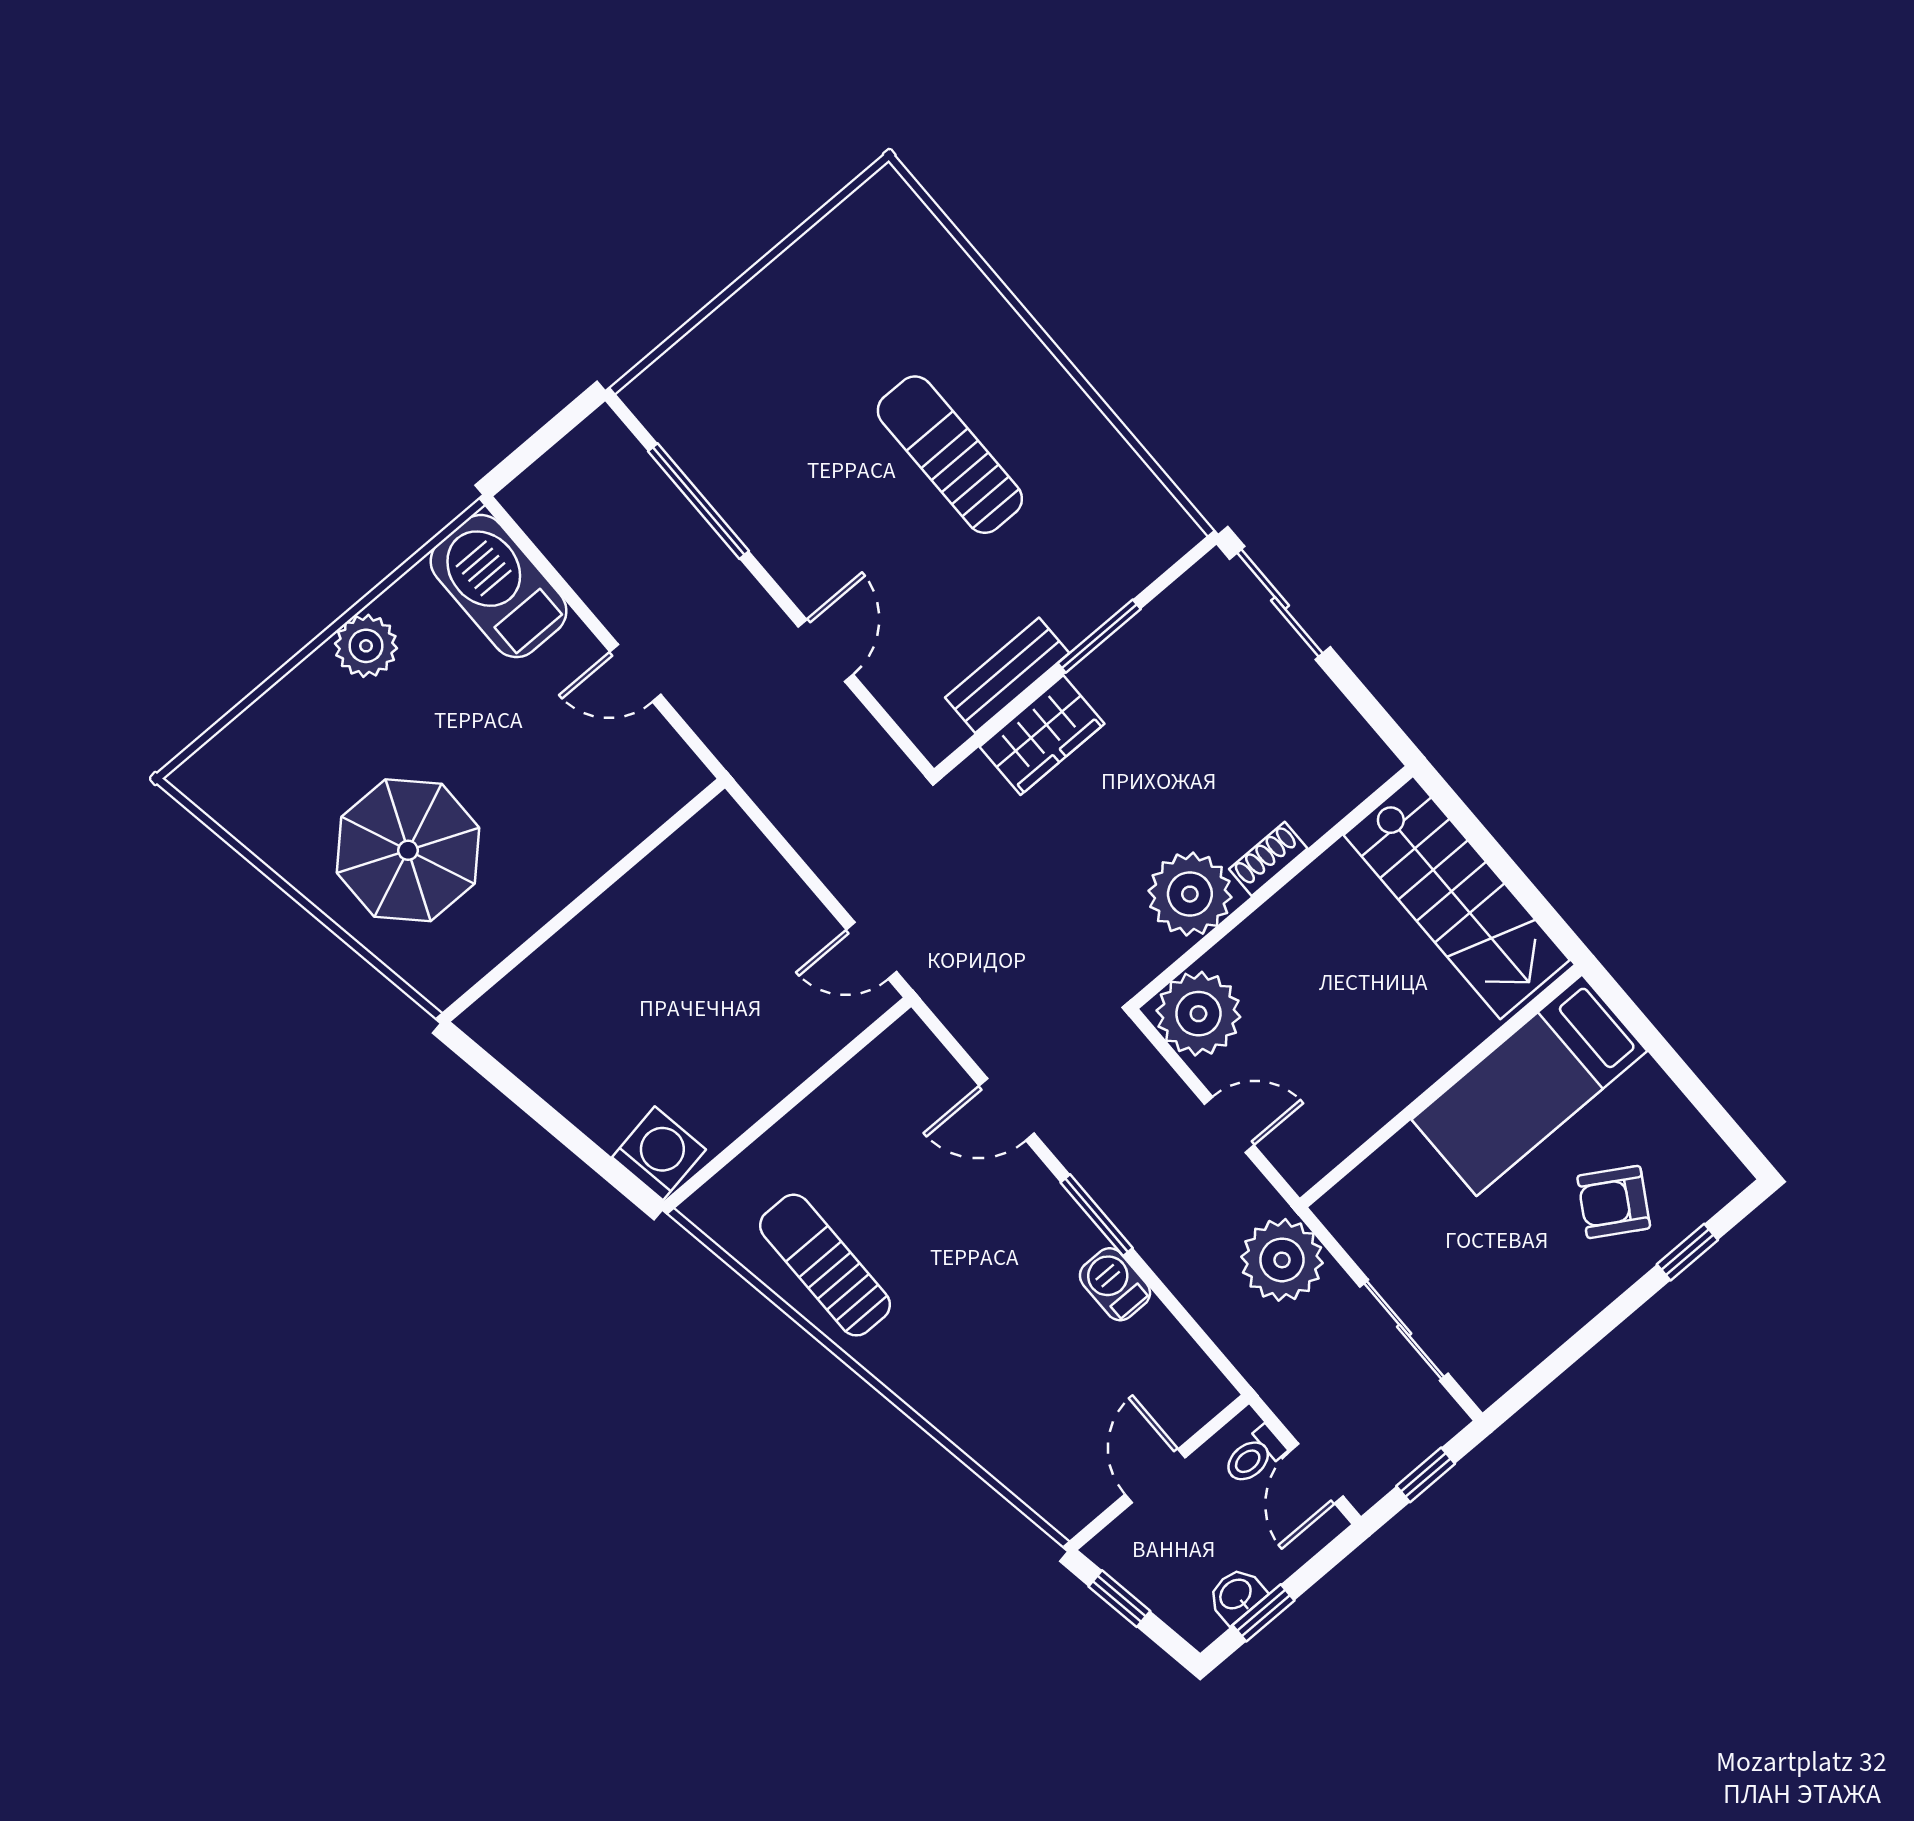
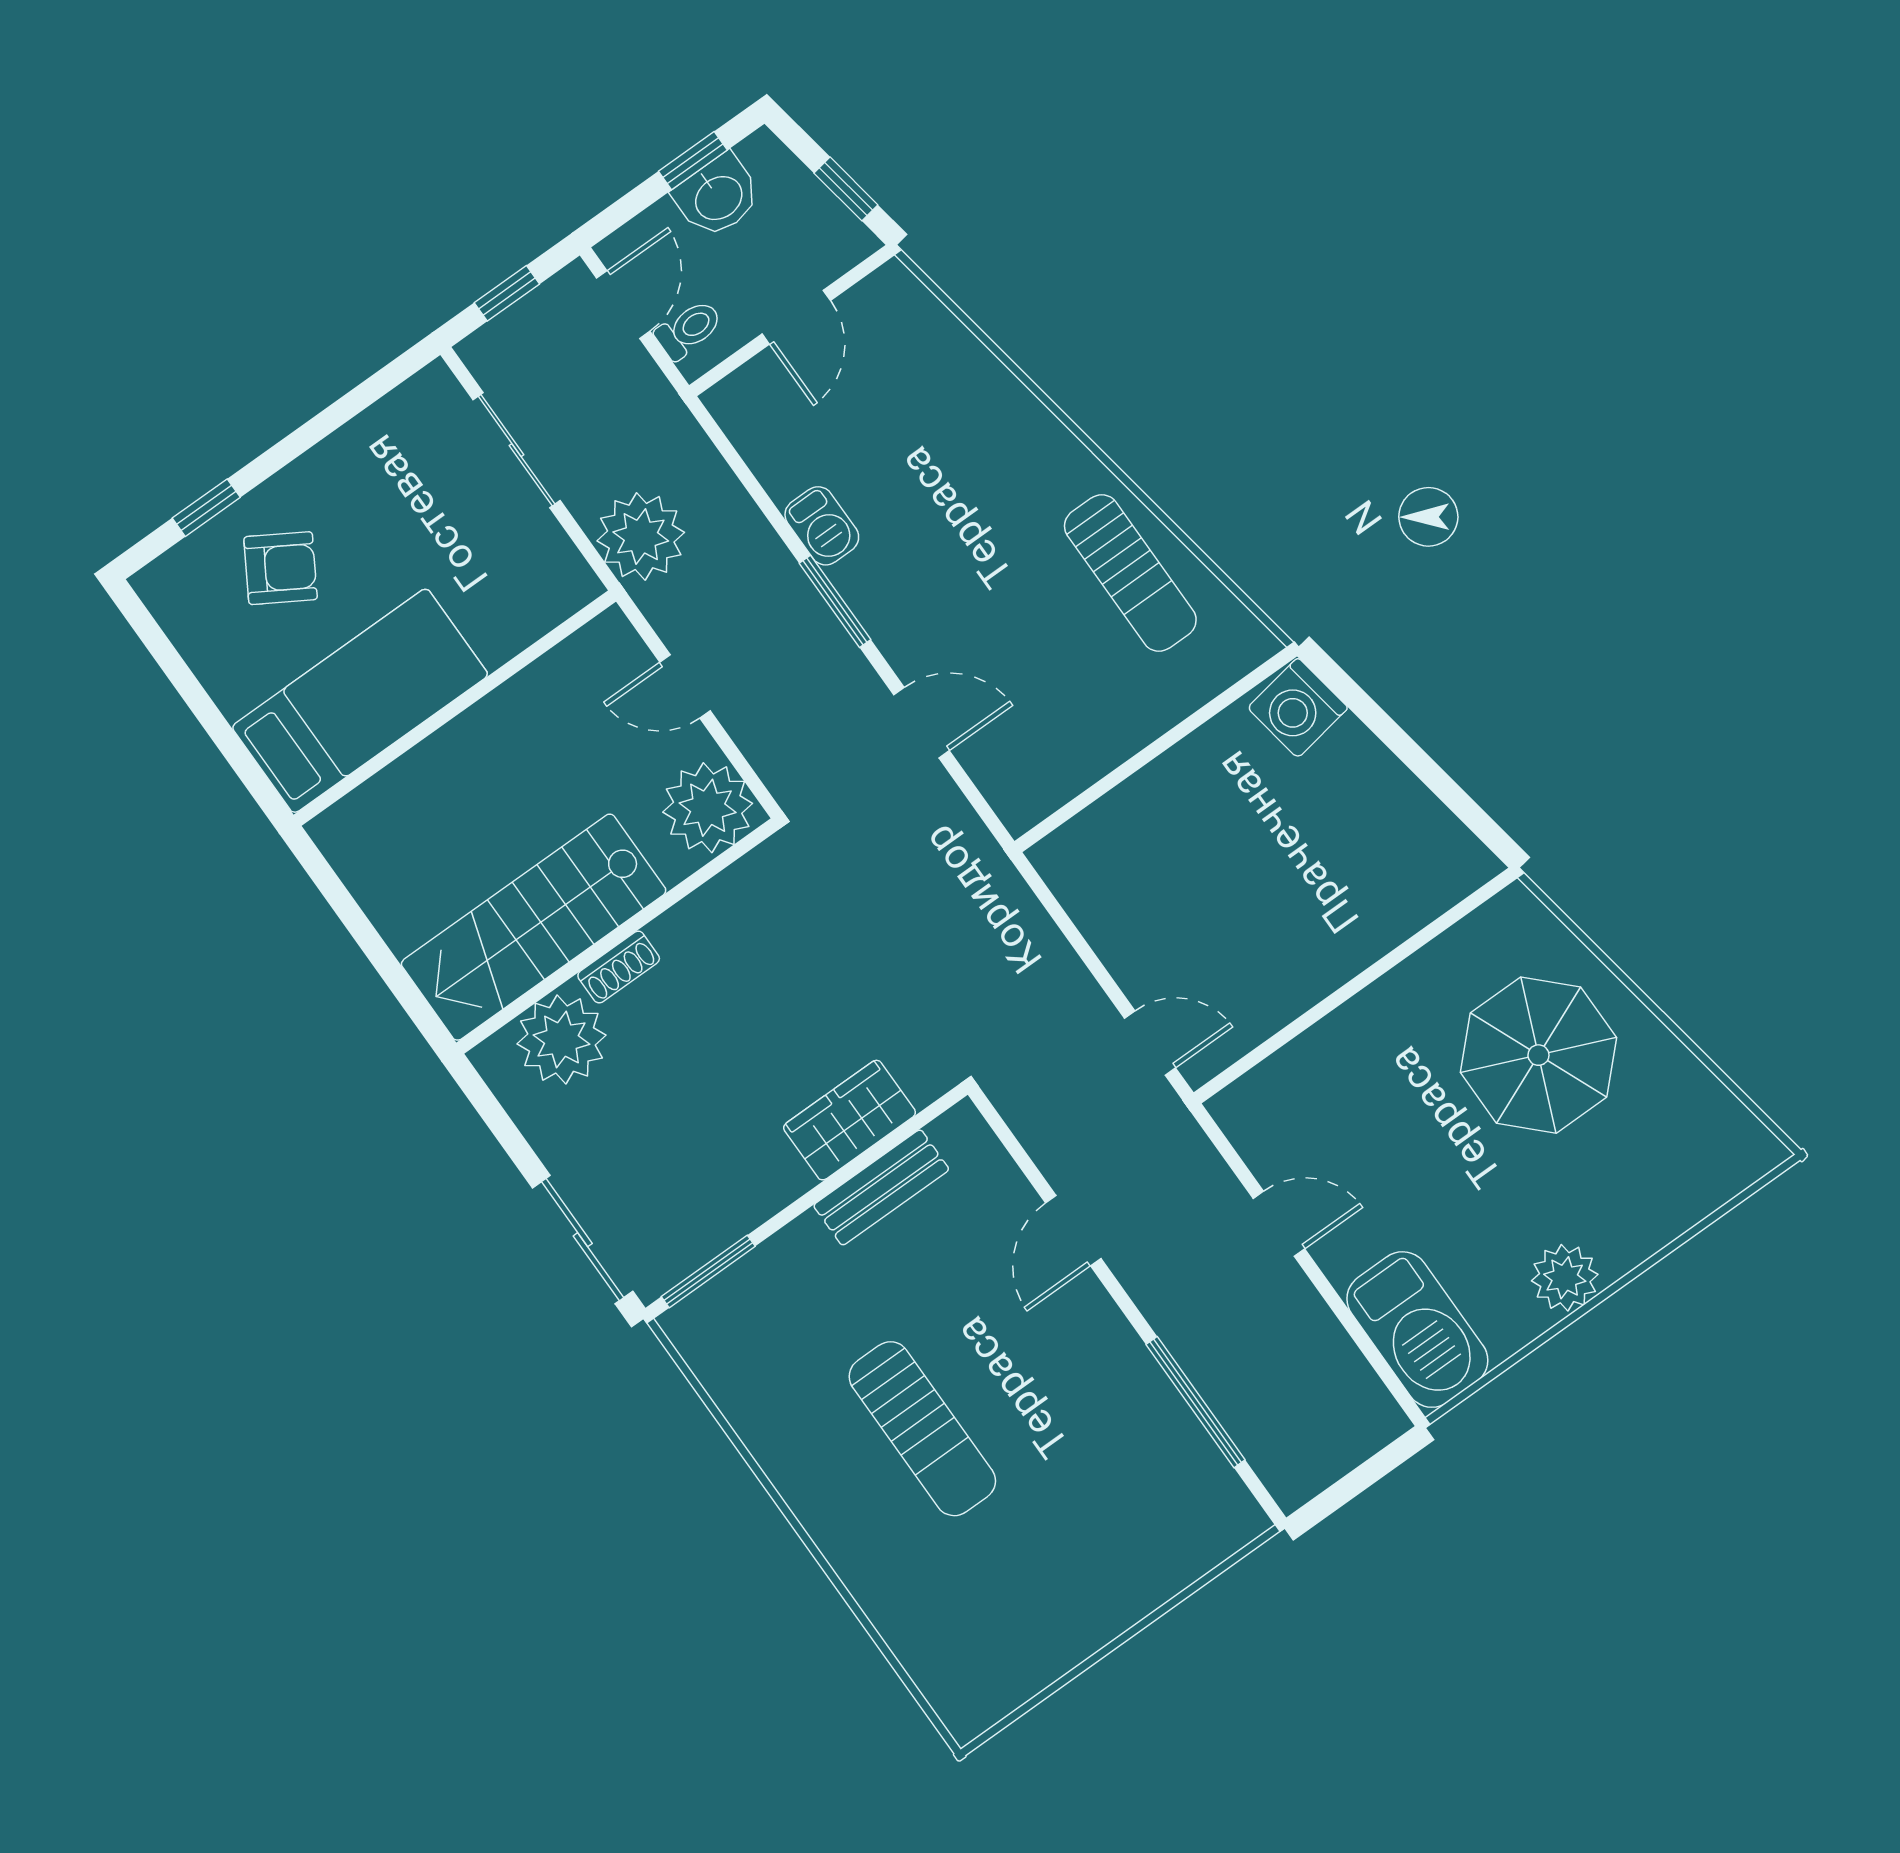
window: (1099, 636) -> (708, 1271), moved
plant: (1190, 894) -> (561, 1040), moved
stairs: (1457, 898) -> (534, 927), moved, turned -90
door: (872, 951) -> (1150, 1043), moved
washbasin: (1236, 1595) -> (718, 196), width x1.38, depth x1.45

